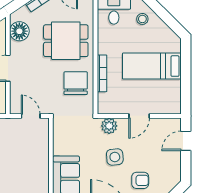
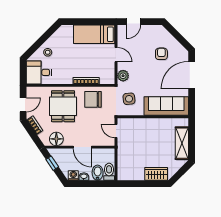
bed: (152, 66) -> (94, 34), moved, turned 90
door: (31, 116) -> (116, 131), hinge flipped
door: (186, 141) -> (134, 22), hinge flipped
side table: (115, 157) -> (129, 99), moved

